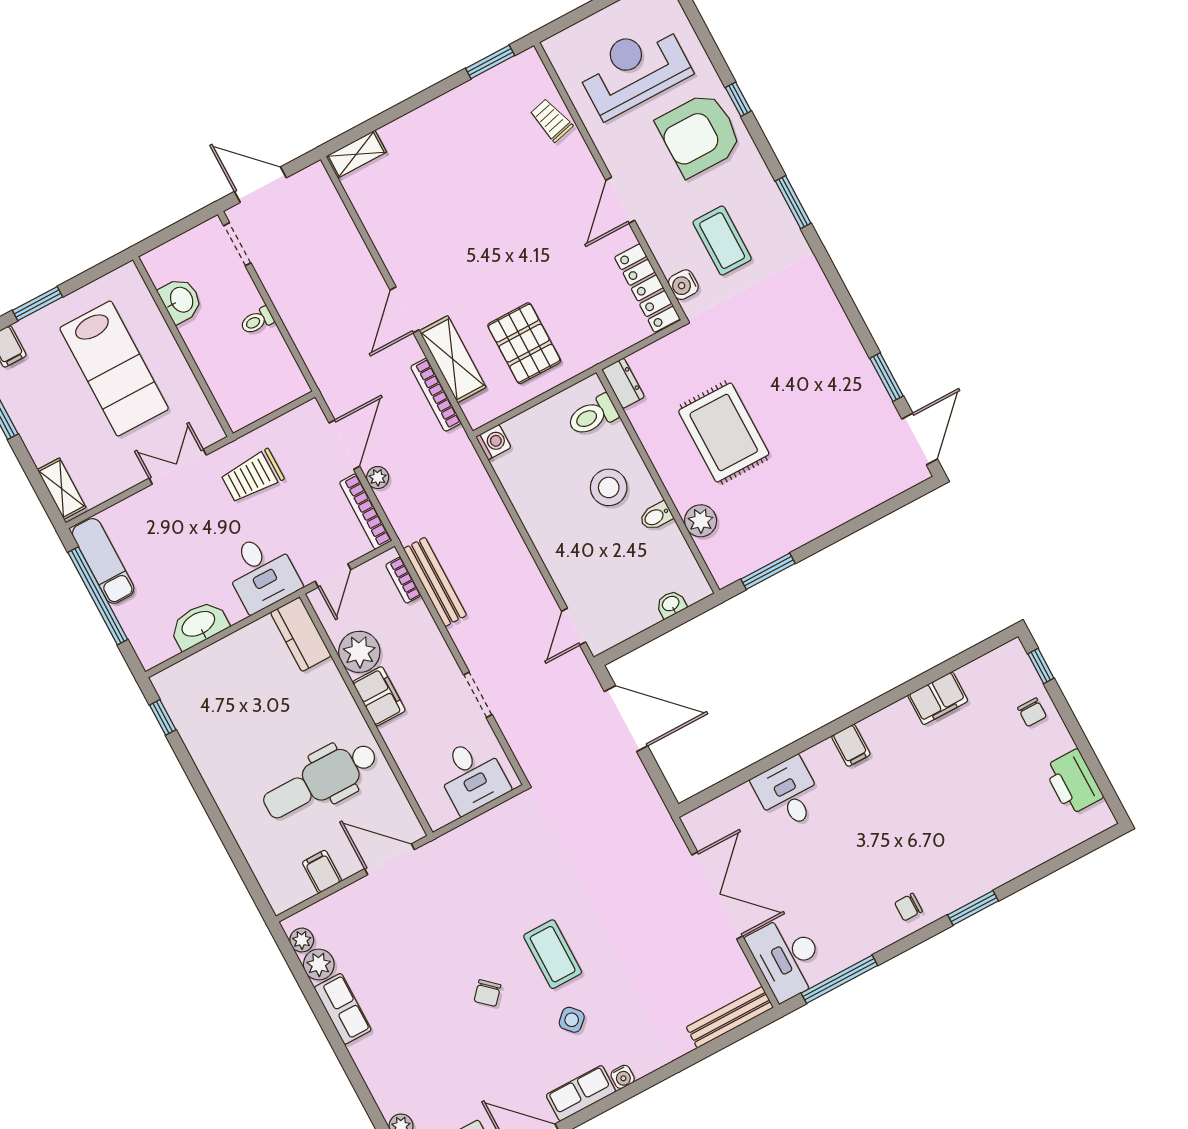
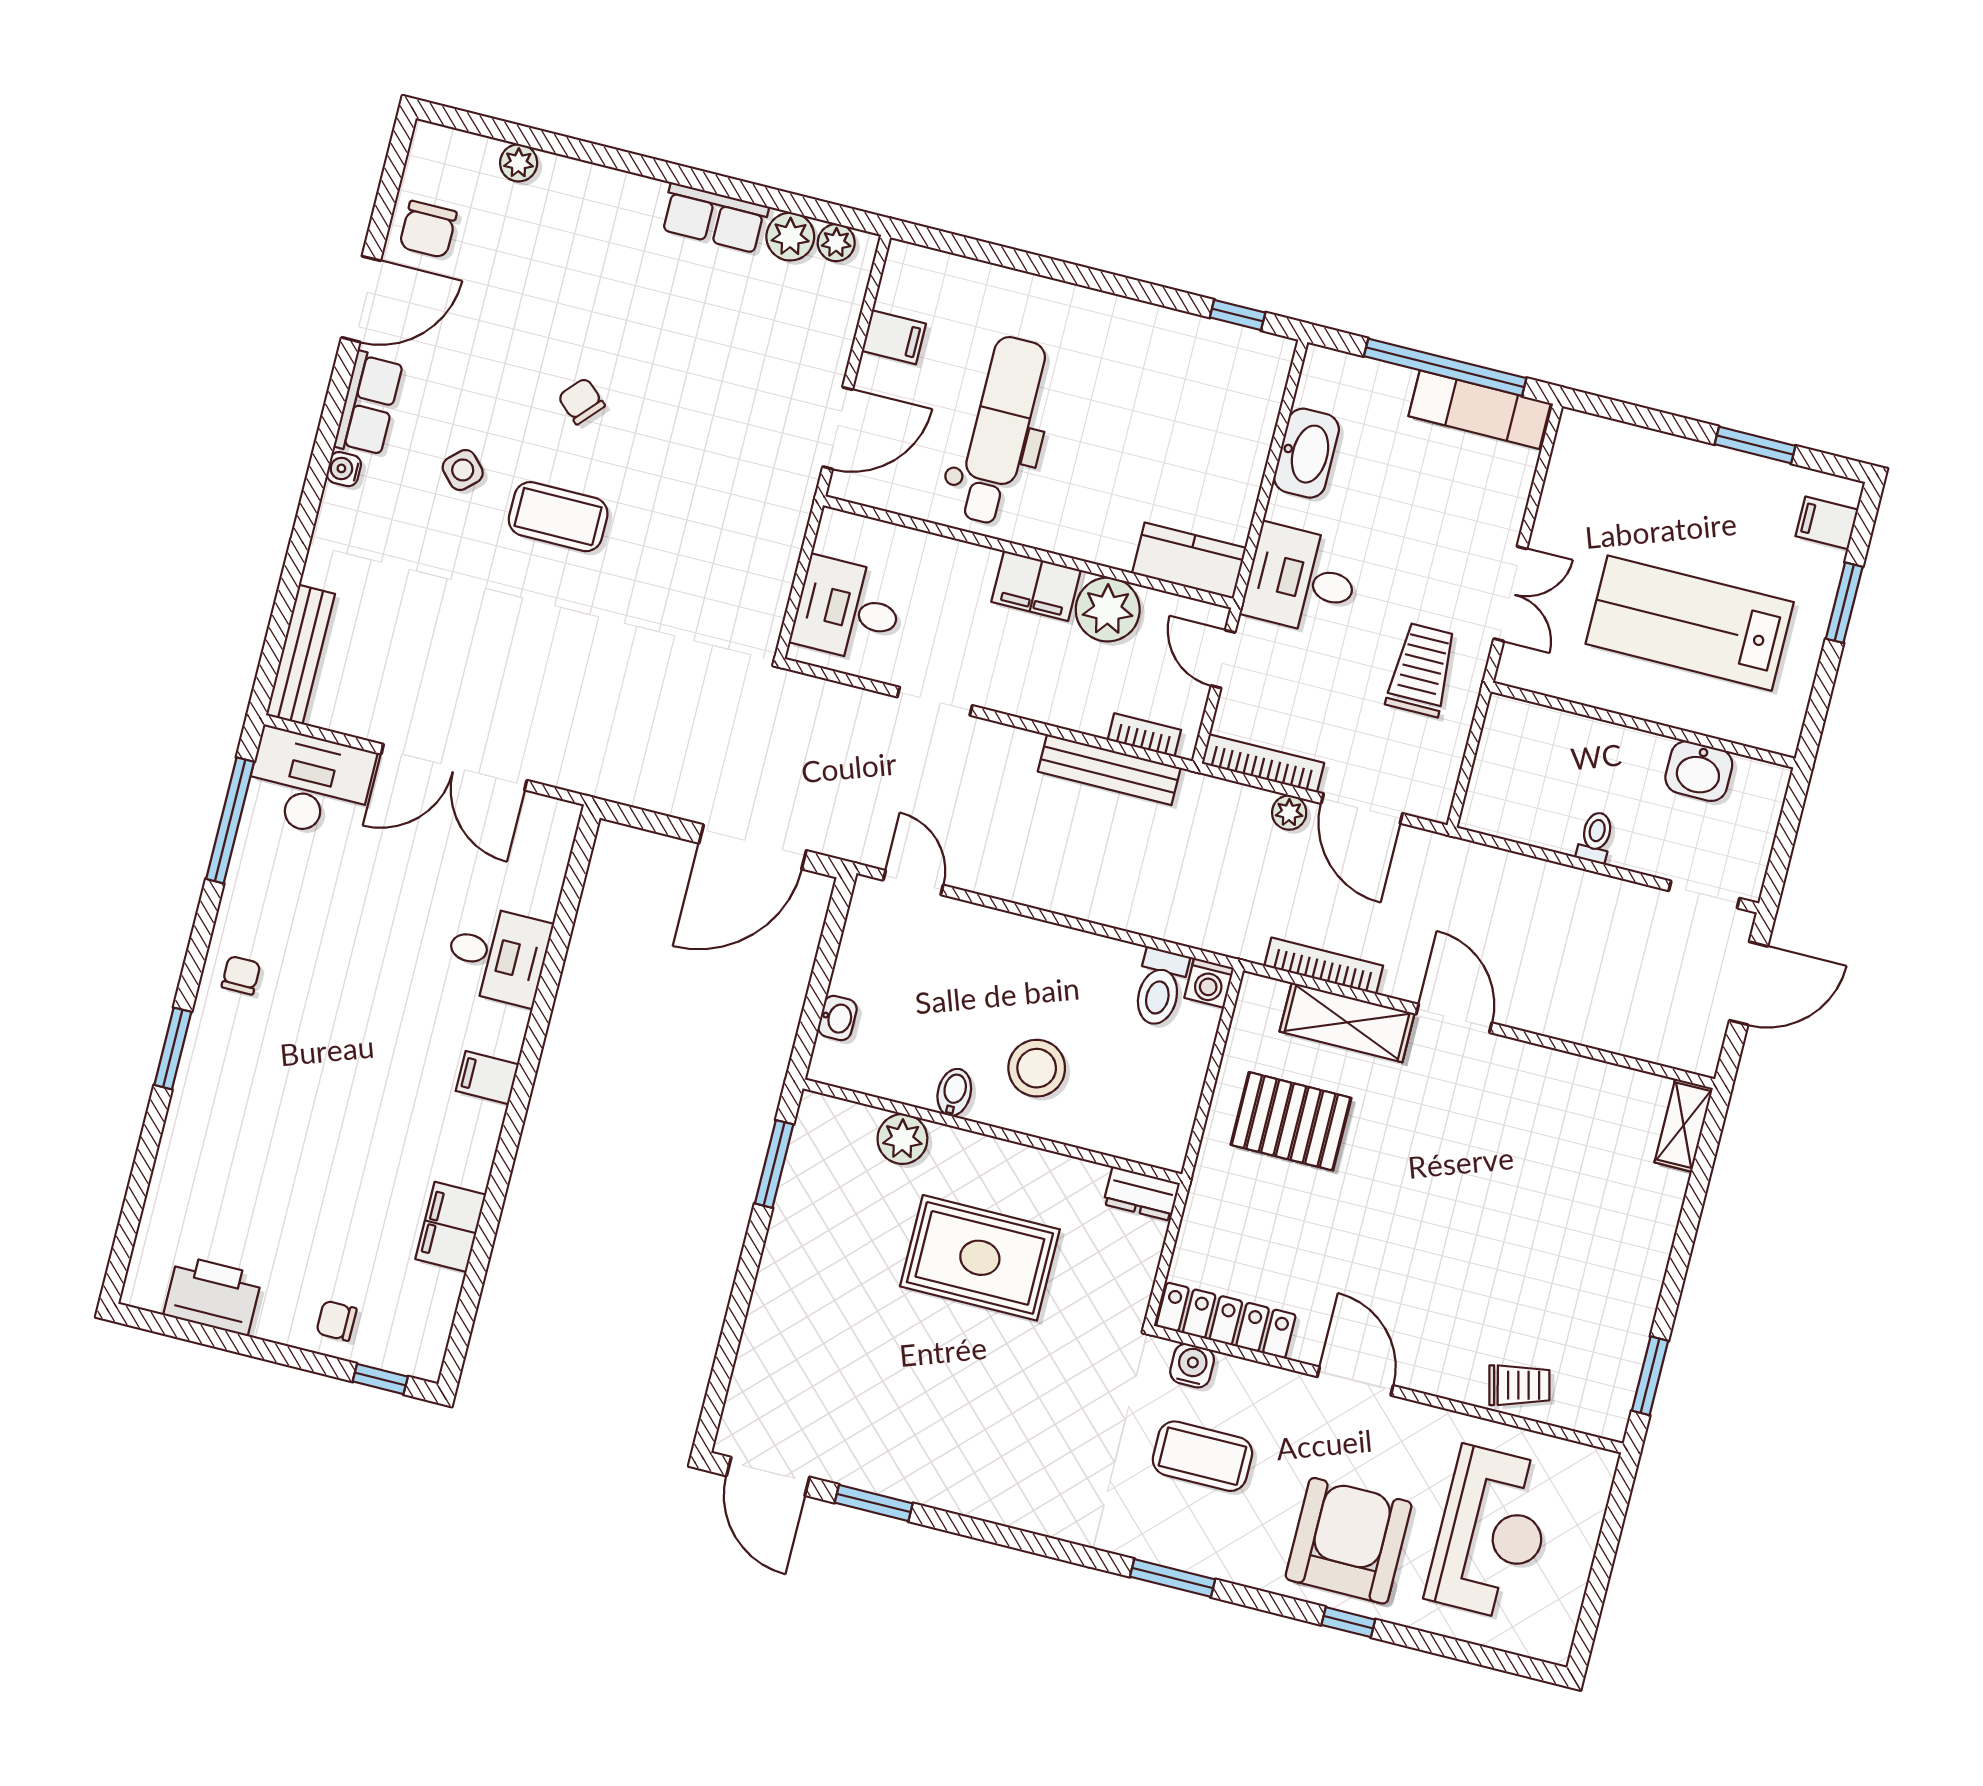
toilet: (593, 415) -> (1160, 987), moved, turned 180
shelving: (62, 489) -> (1606, 437), removed

